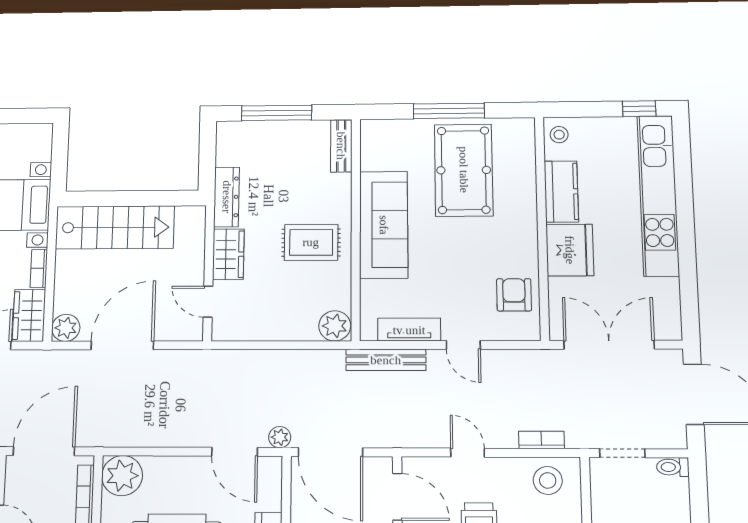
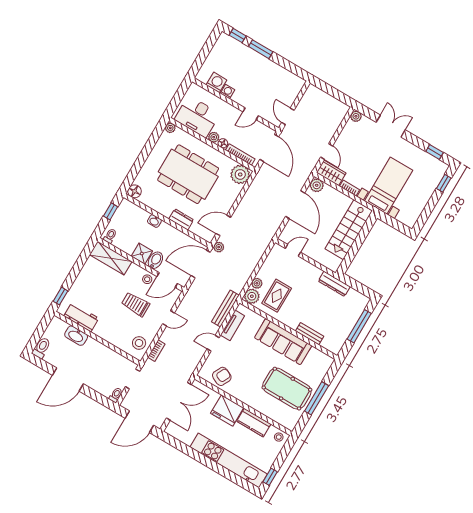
bench: (341, 146) -> (310, 334), moved
rug: (311, 242) -> (277, 296), moved
wardrobe: (228, 254) -> (309, 270), removed
armchair: (514, 295) -> (222, 376), turned -64
plant: (306, 331) -> (257, 283), added

